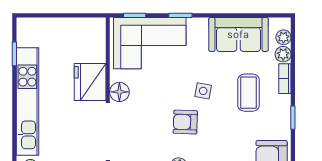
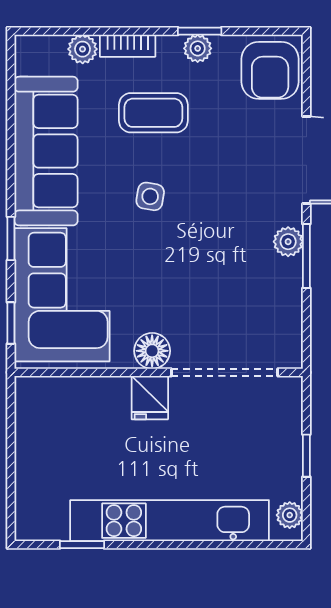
sofa: (238, 34) -> (46, 151), width x1.36
plant: (283, 37) -> (198, 48), moved
fridge: (90, 82) -> (150, 398), width x0.53, depth x0.75
armchair: (185, 122) -> (208, 229), removed

